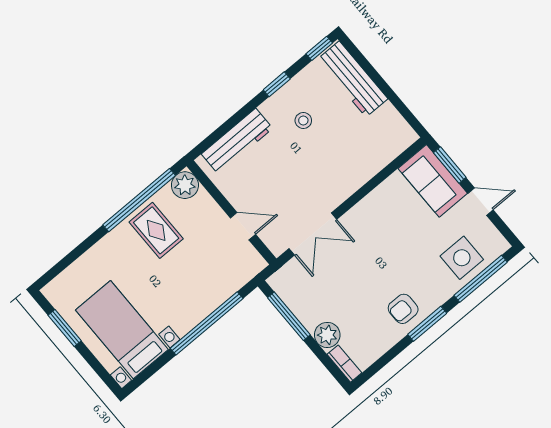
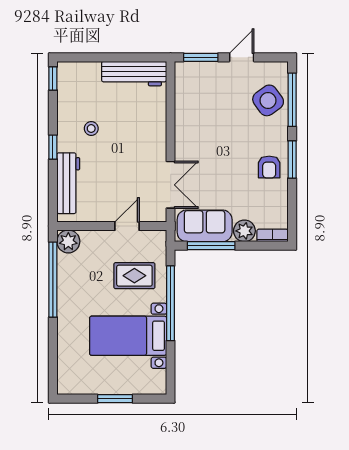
workbench: (353, 79) -> (134, 74), moved
window: (277, 84) -> (53, 147), moved
sofa: (433, 181) -> (205, 226), moved, turned 180
rug: (156, 230) -> (134, 276), moved
side table: (462, 258) -> (268, 100), turned -36
window: (65, 328) -> (115, 399), moved
bed with nightstands: (122, 330) -> (128, 336), moved

